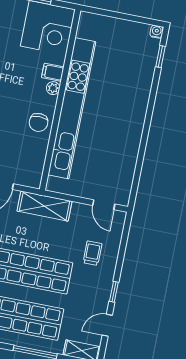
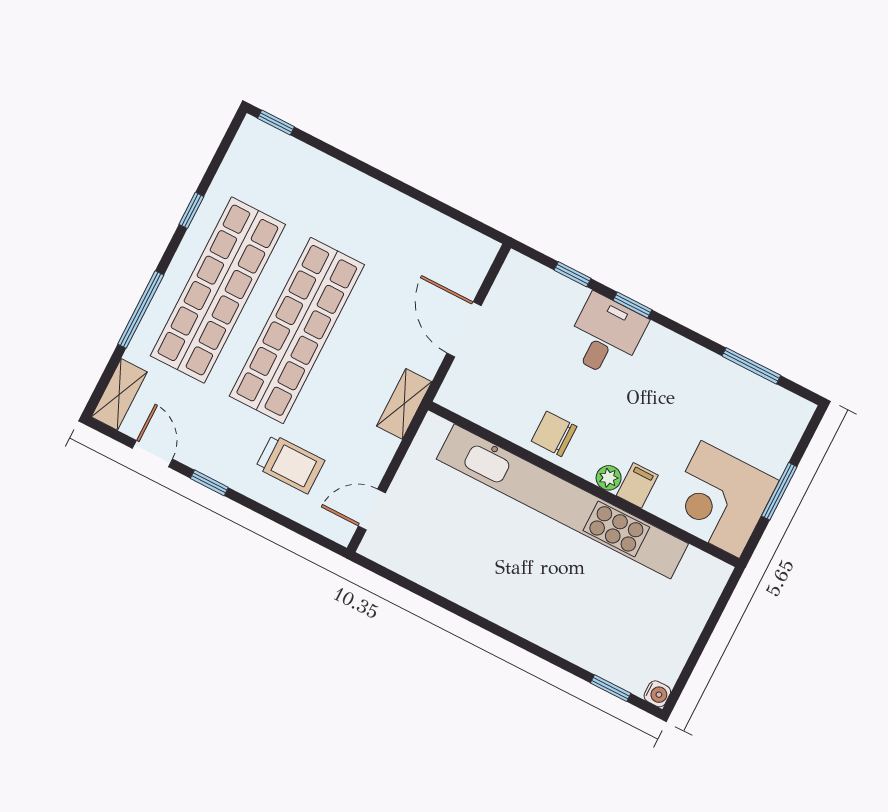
shelving: (45, 206) -> (404, 404), width x0.67, depth x0.75
trolley: (92, 253) -> (290, 464), width x1.36, depth x1.39

